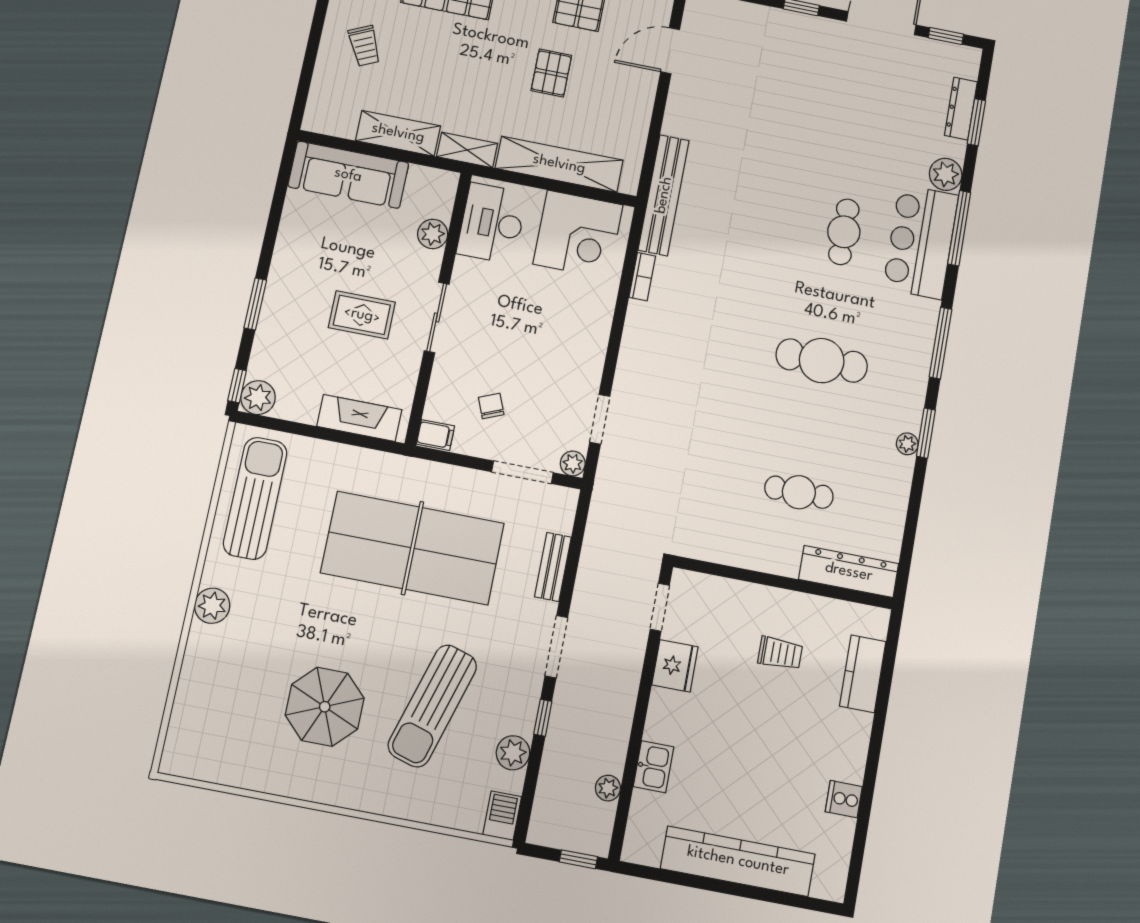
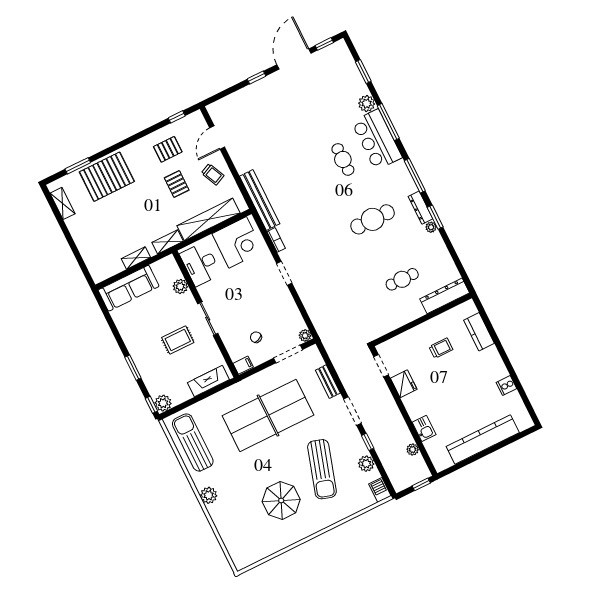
trolley: (364, 46) -> (213, 174), moved
dresser: (961, 109) -> (420, 208), moved
shelving: (398, 133) -> (136, 258), width x0.67, depth x0.75
doorway: (600, 419) -> (284, 273), moved

